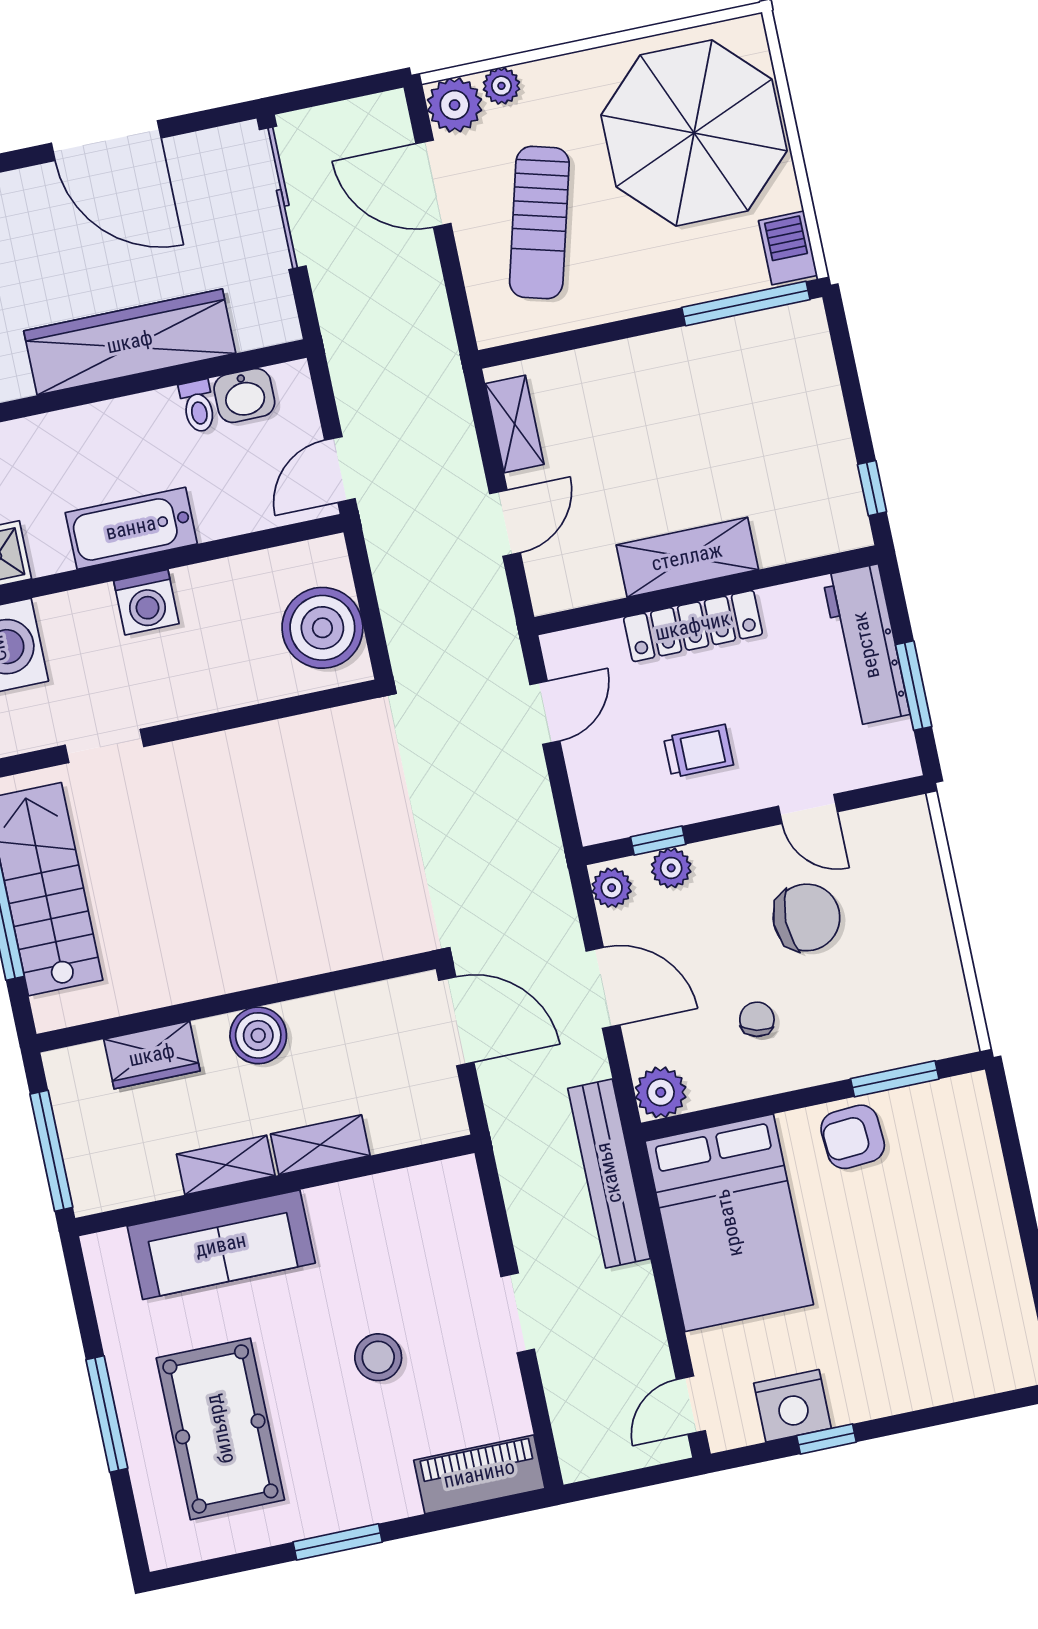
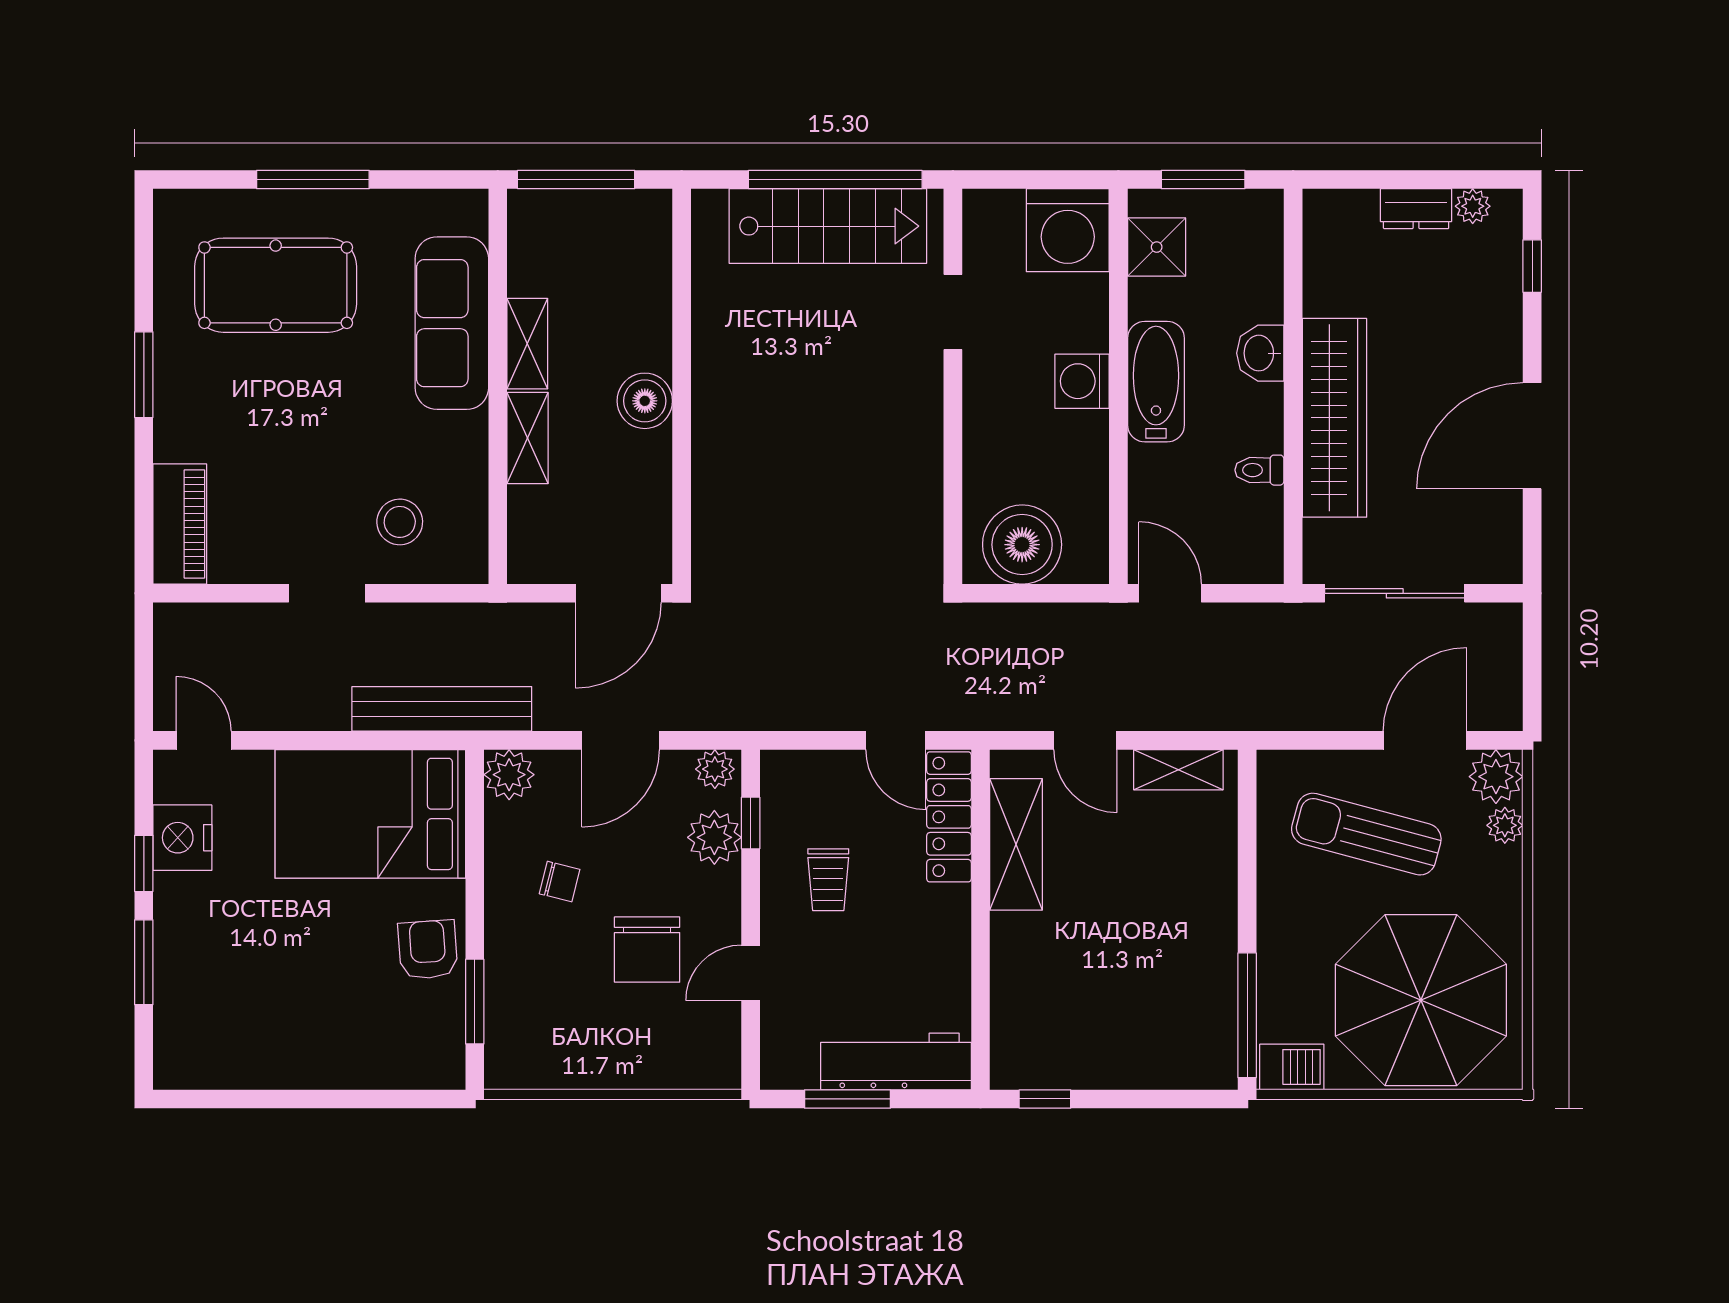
sliding door: (283, 198) -> (1395, 593), moved
washbasin: (244, 395) -> (1260, 353), moved
shelving: (687, 557) -> (1016, 844), moved
locker: (693, 626) -> (949, 817), moved
plant: (671, 868) -> (714, 837), width x1.38, depth x1.38
wardrobe: (152, 1055) -> (648, 295), removed
stool: (378, 1357) -> (400, 522), moved
window: (925, 1418) -> (144, 962), added

